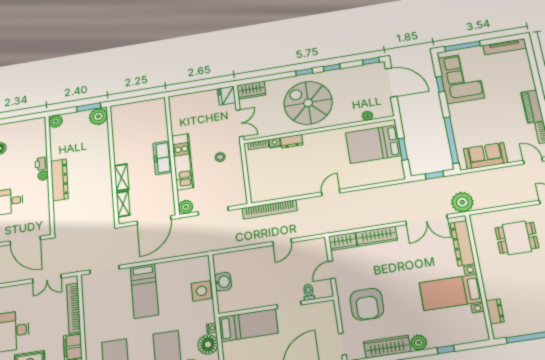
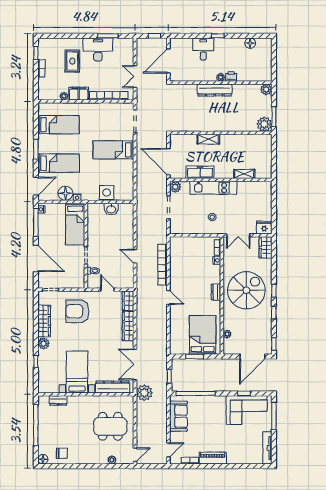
dresser: (292, 141) -> (216, 292), moved
freezer: (162, 158) -> (200, 172), moved
shelving: (123, 204) -> (244, 174), moved
bookcase: (270, 209) -> (163, 265), moved
dining table: (517, 238) -> (110, 426), width x1.38

